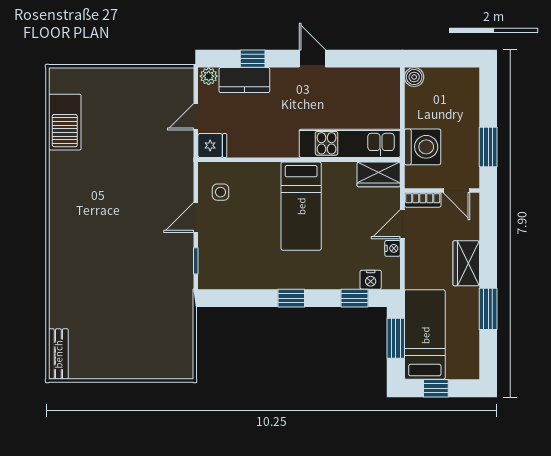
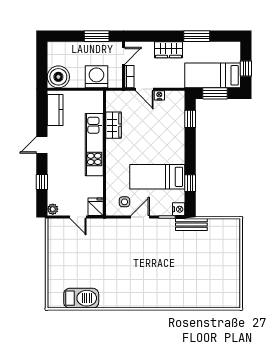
boiler: (414, 77) -> (58, 77), width x1.86, depth x1.86
kitchen counter: (244, 80) -> (55, 110), moved
kitchen unit: (350, 143) -> (94, 145), moved
wardrobe: (379, 174) -> (114, 125), moved
bed: (301, 206) -> (157, 177), moved, turned 180
door: (196, 217) -> (140, 217), swing flipped
nightstand: (371, 280) -> (179, 209), moved
window: (291, 298) -> (190, 183), moved
bench: (58, 354) -> (191, 224), moved

